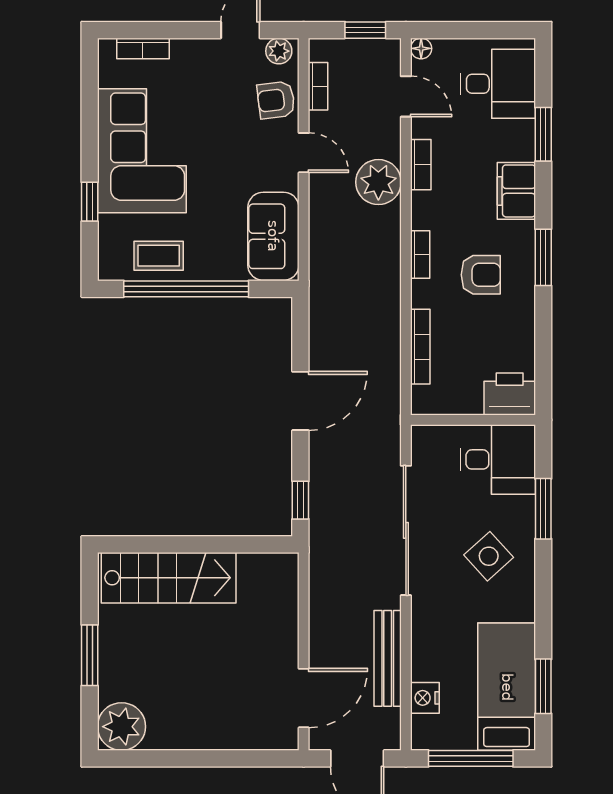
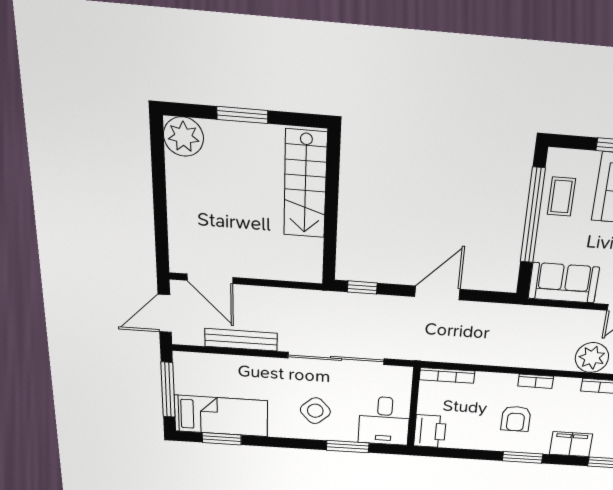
bookcase: (420, 347) -> (447, 375), moved
door: (300, 401) -> (437, 293), swing flipped
nightstand: (425, 698) -> (212, 363), removed

